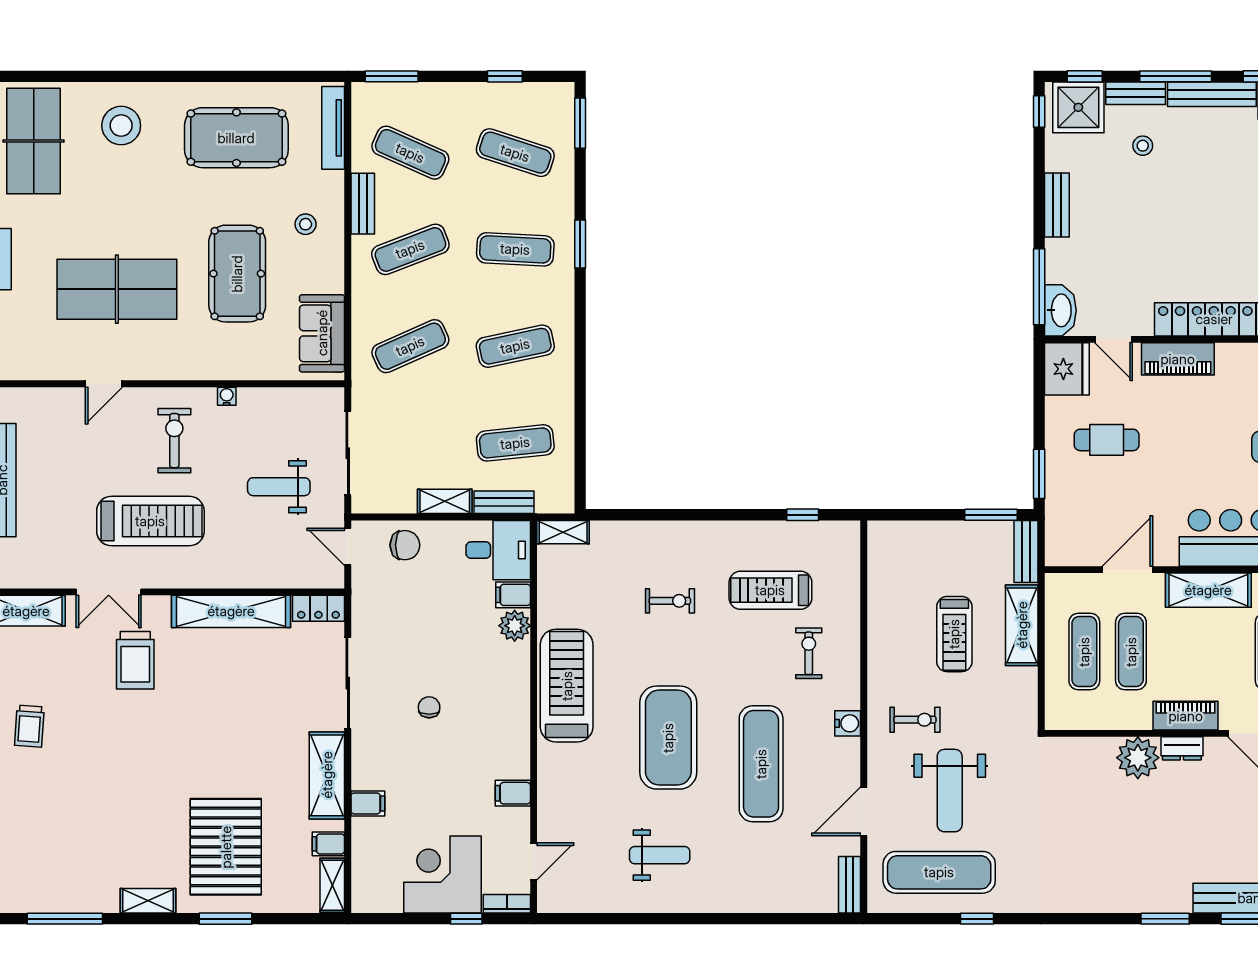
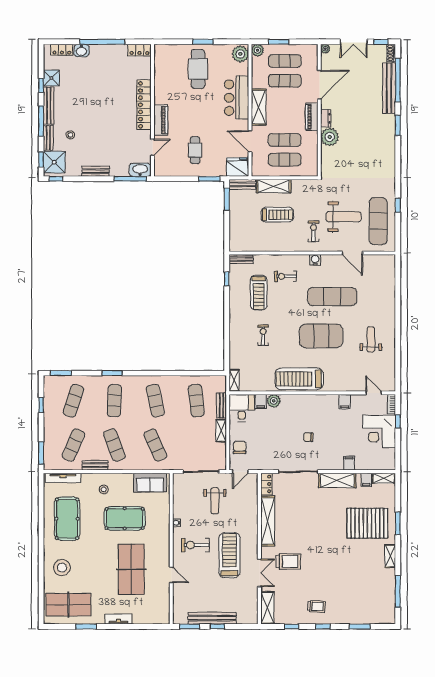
fridge: (1067, 369) -> (237, 167), moved
bench: (850, 885) -> (241, 259), moved

